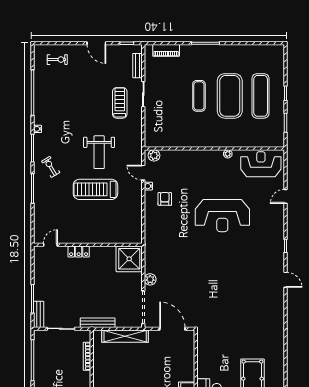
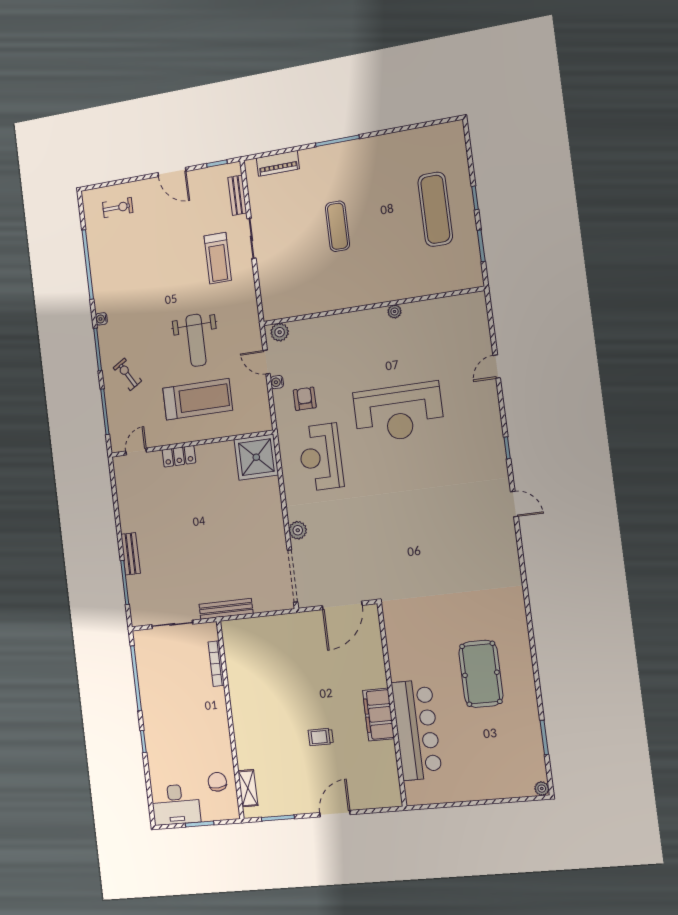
exercise mat: (230, 96) -> (386, 218), removed
treadmill: (120, 103) -> (218, 258), turned 180
reception desk: (261, 164) -> (321, 457), moved, turned -90
treadmill: (95, 189) -> (198, 399), turned 180
door: (50, 245) -> (136, 452), moved
wall: (88, 245) -> (191, 444), moved
locker: (79, 252) -> (179, 456), moved
shower: (129, 259) -> (256, 457), moved
bench: (39, 314) -> (131, 554), moved
door: (172, 329) -> (342, 605), swing flipped
shelving: (125, 336) -> (270, 625), removed

